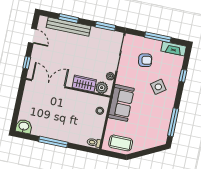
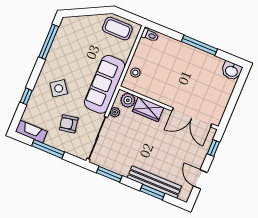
sofa: (121, 103) -> (105, 84), width x1.36

